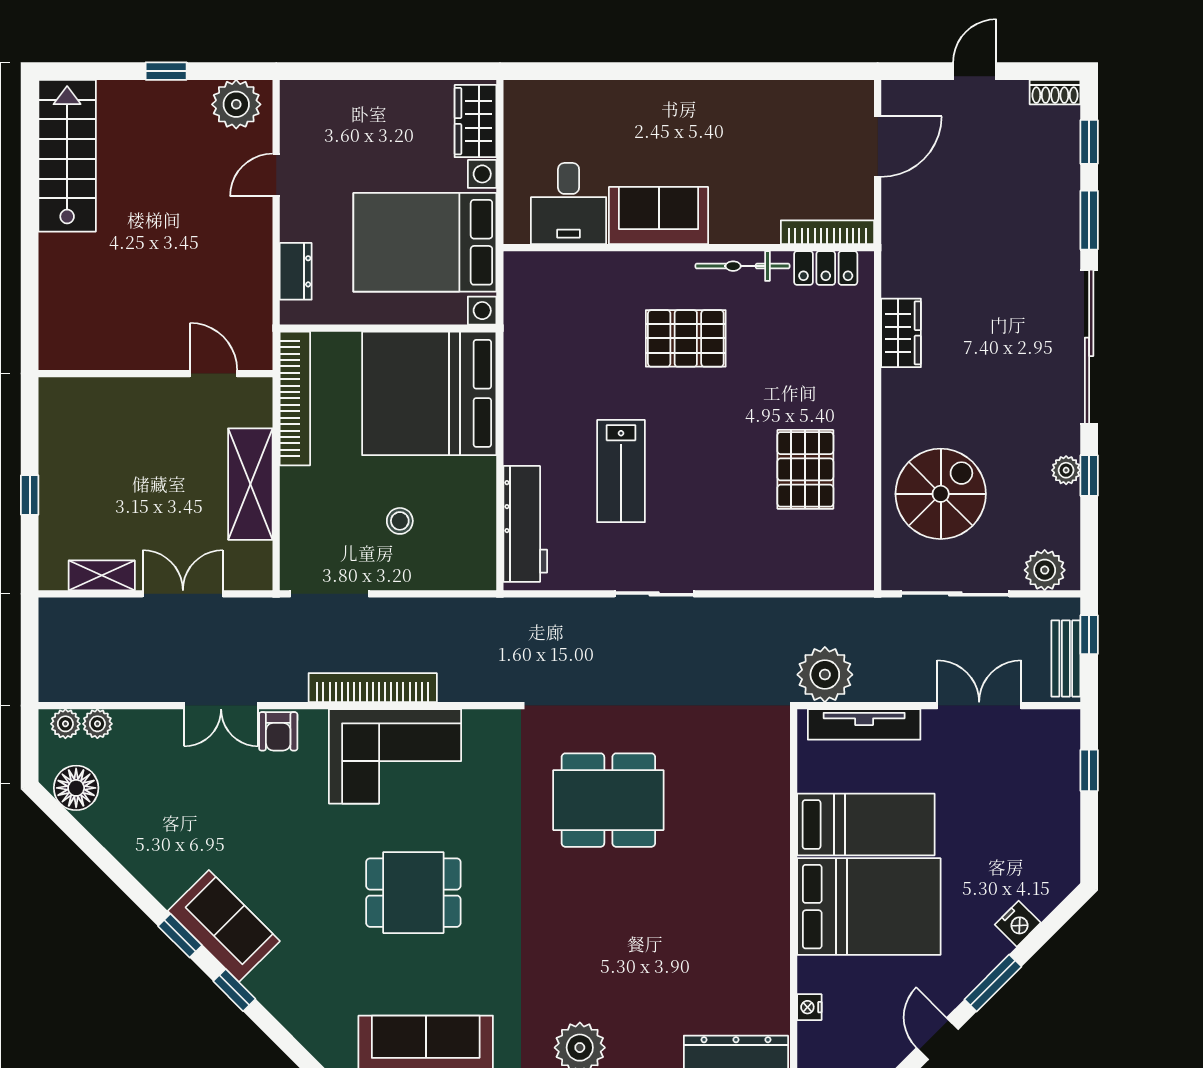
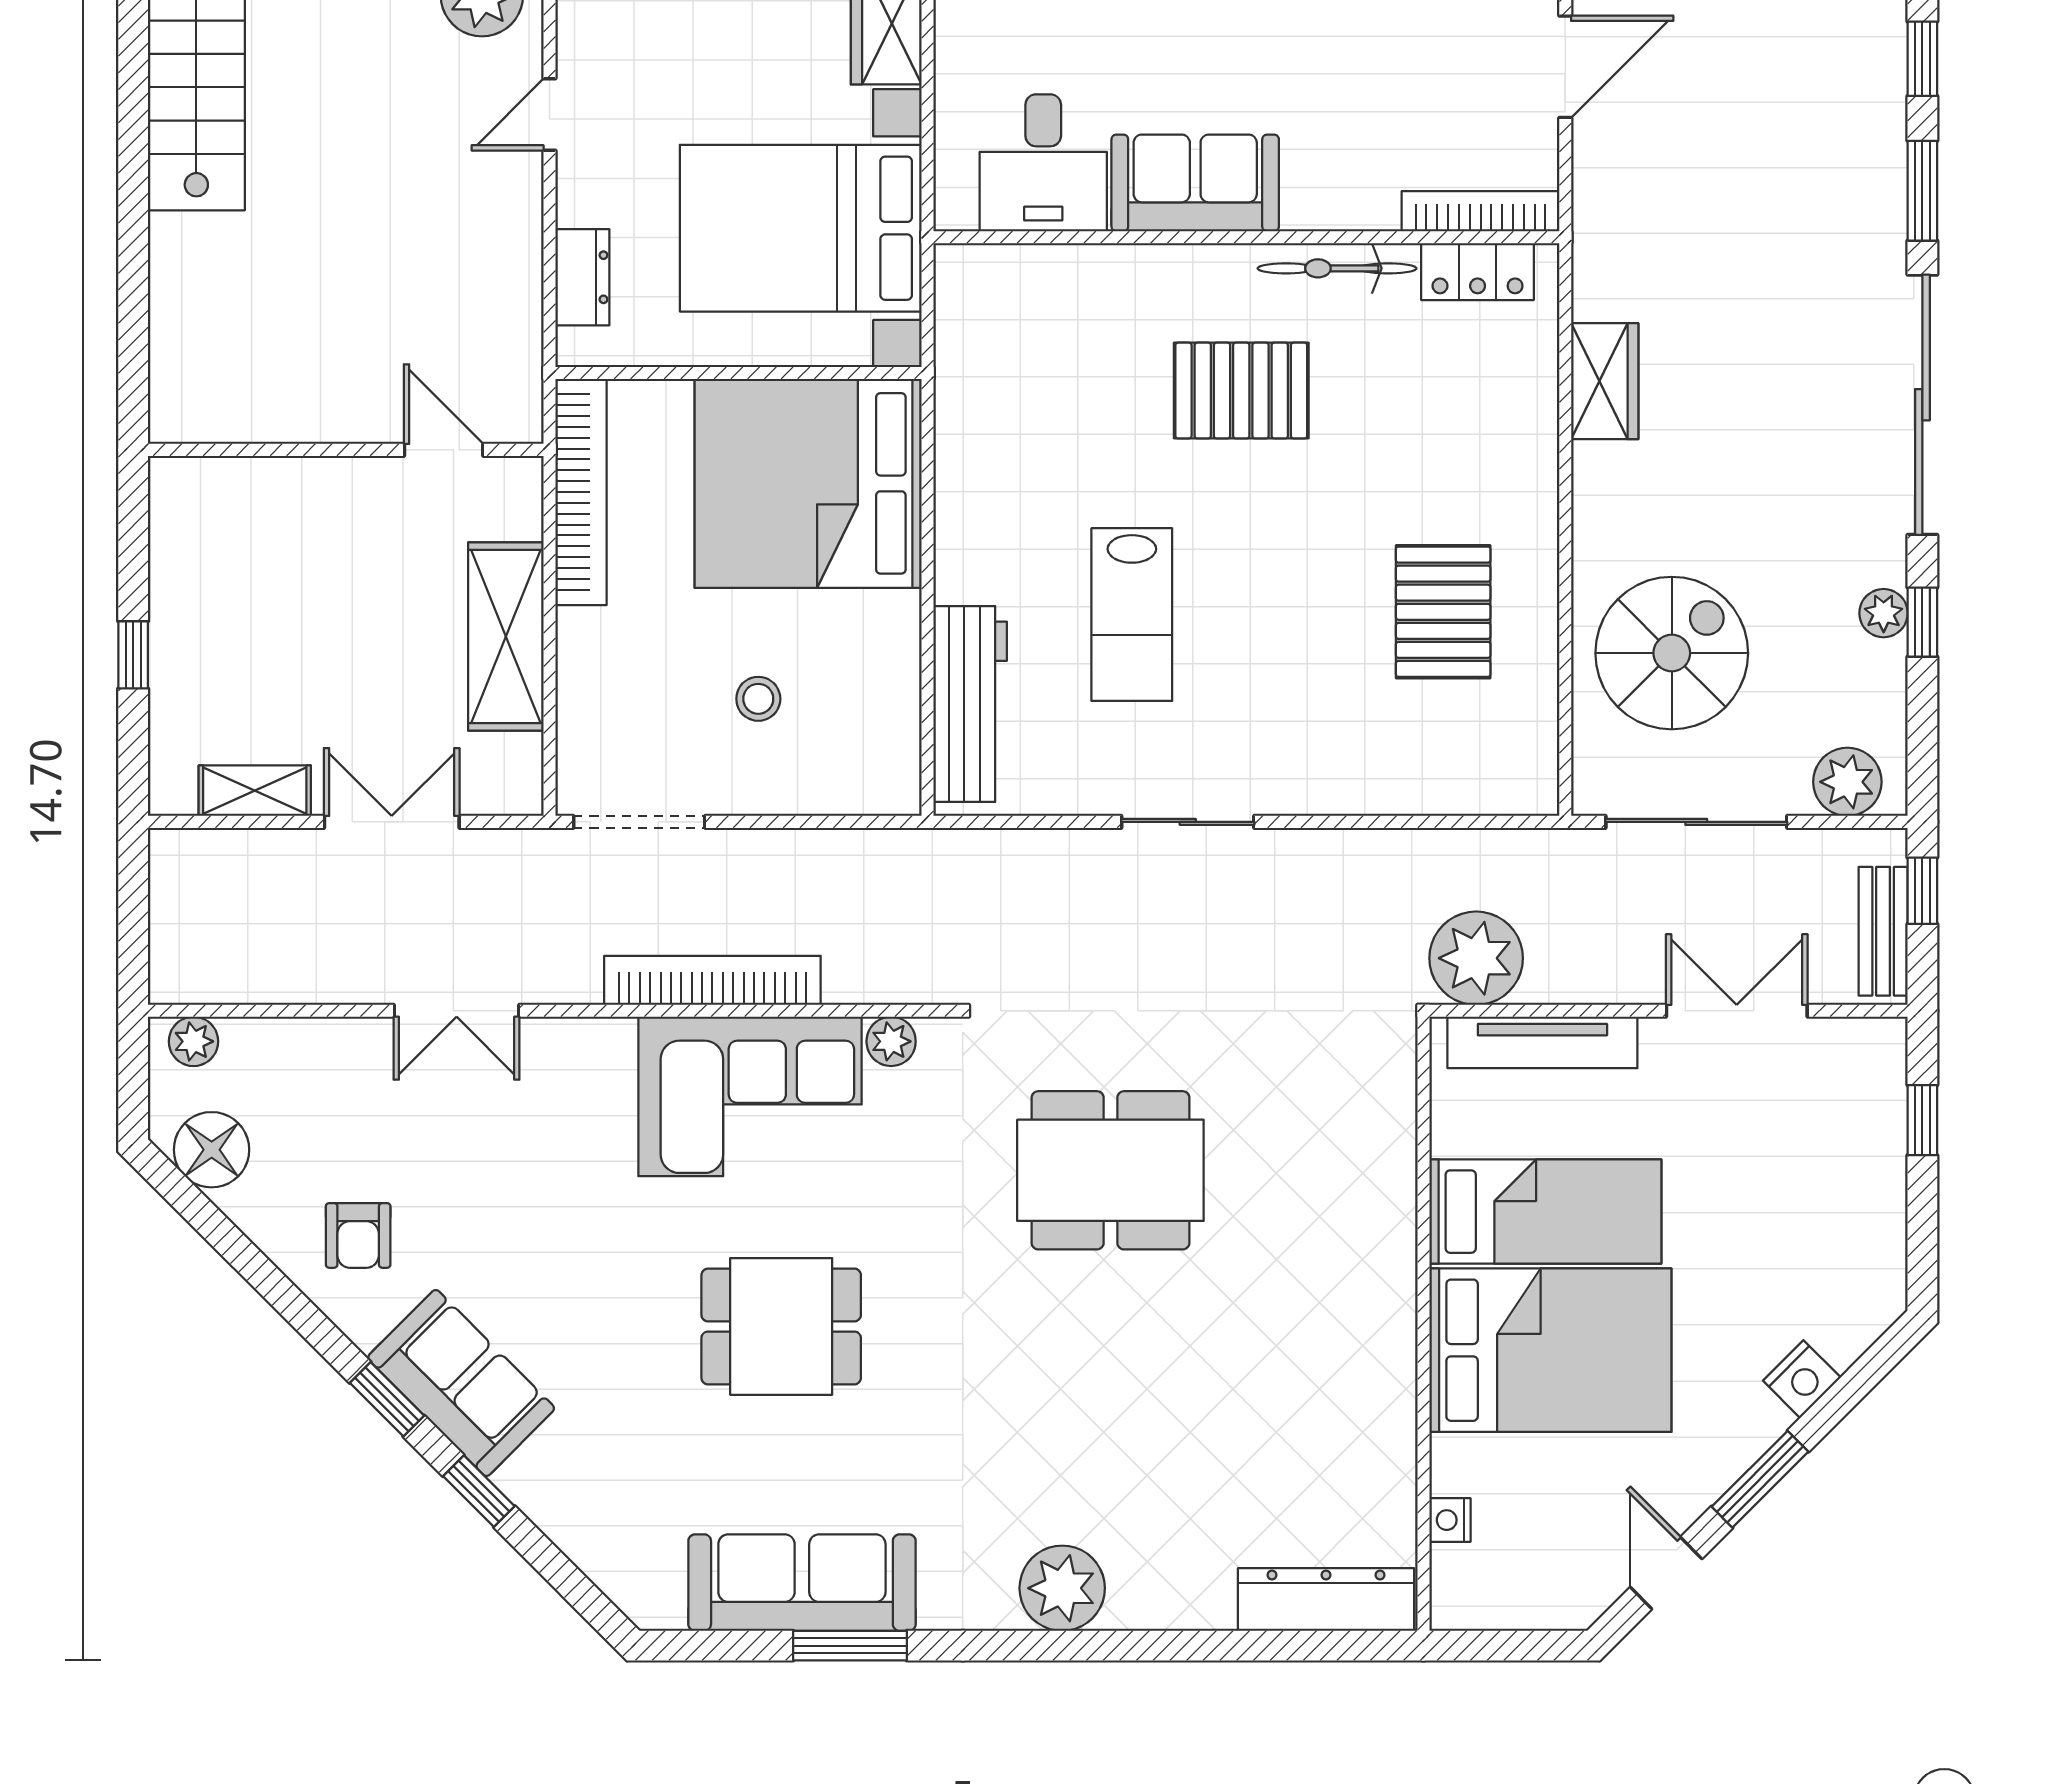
plant: (97, 724) -> (891, 1041), moved
armchair: (278, 731) -> (358, 1235), moved

